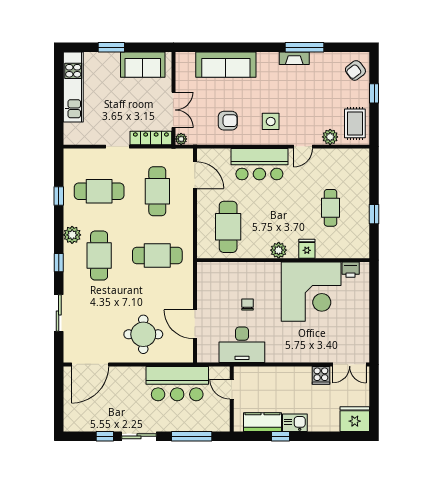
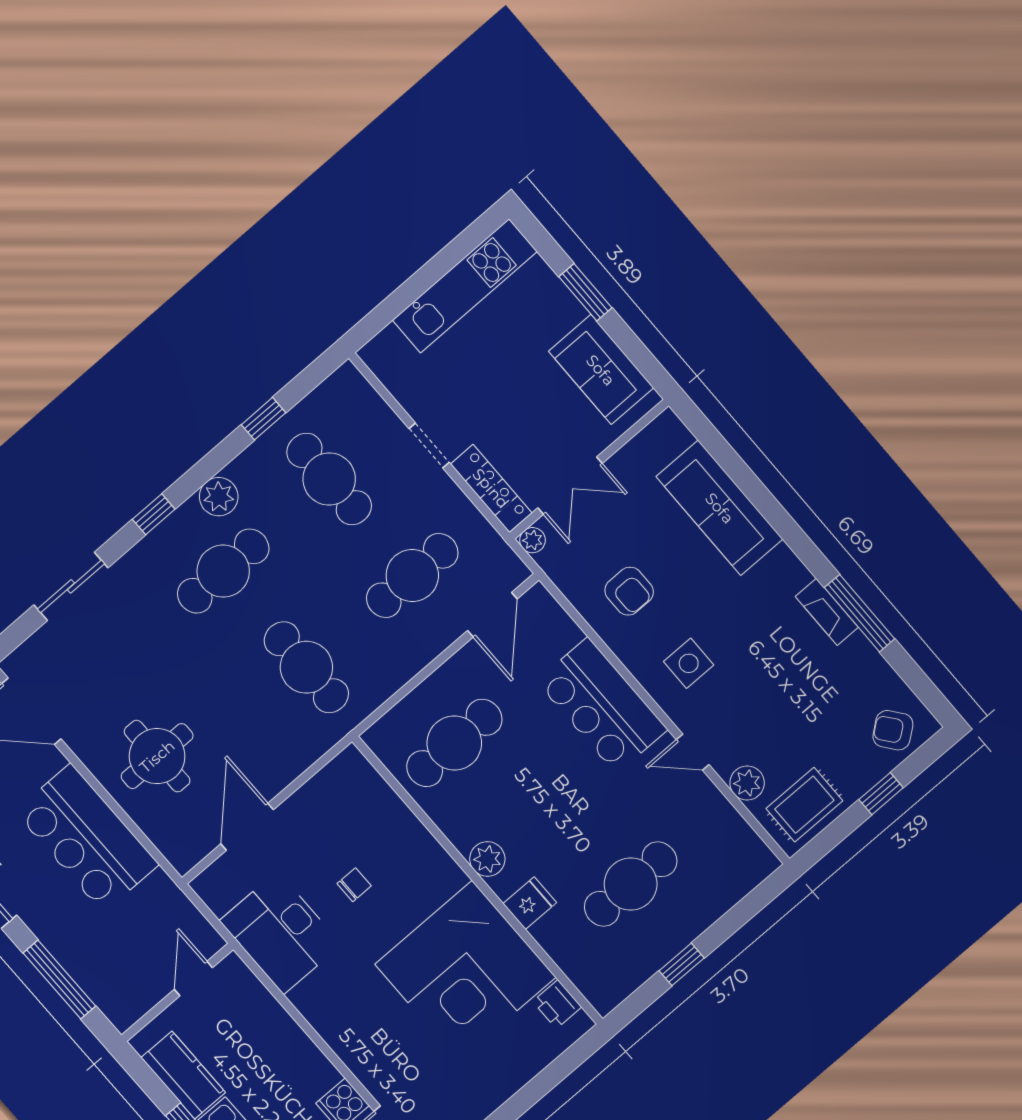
cafe table: (330, 208) -> (631, 884), width x1.37, depth x1.35
bar counter: (177, 384) -> (87, 838), moved

